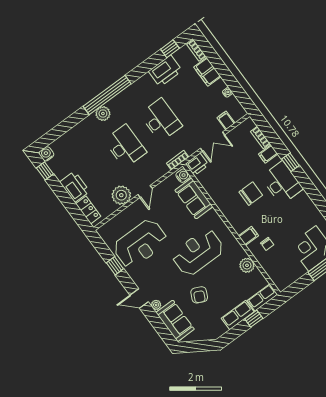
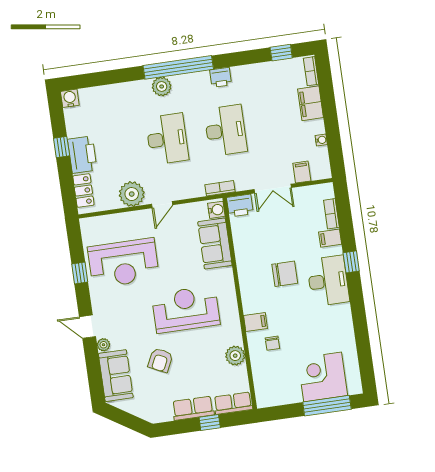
printer: (165, 71) -> (221, 77), moved, width x0.53, depth x0.68
window: (45, 171) -> (62, 147), moved

